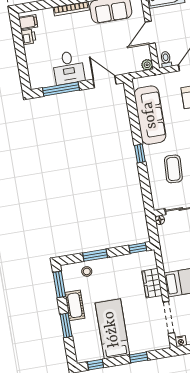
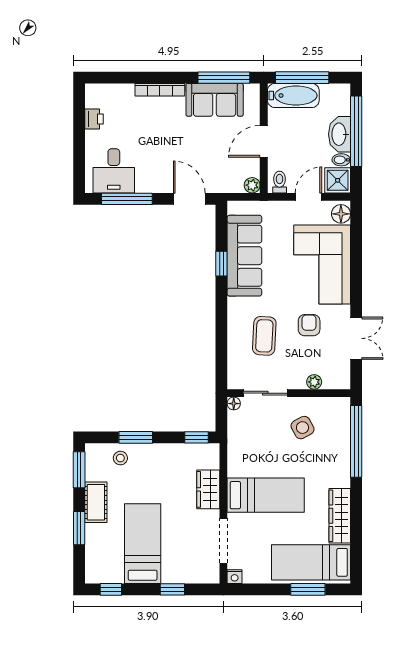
filing cabinet: (28, 22) -> (97, 98), removed
desk: (68, 68) -> (114, 171), moved
window: (140, 154) -> (221, 264), moved

